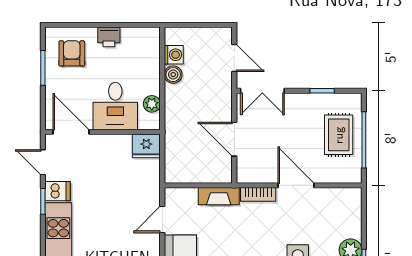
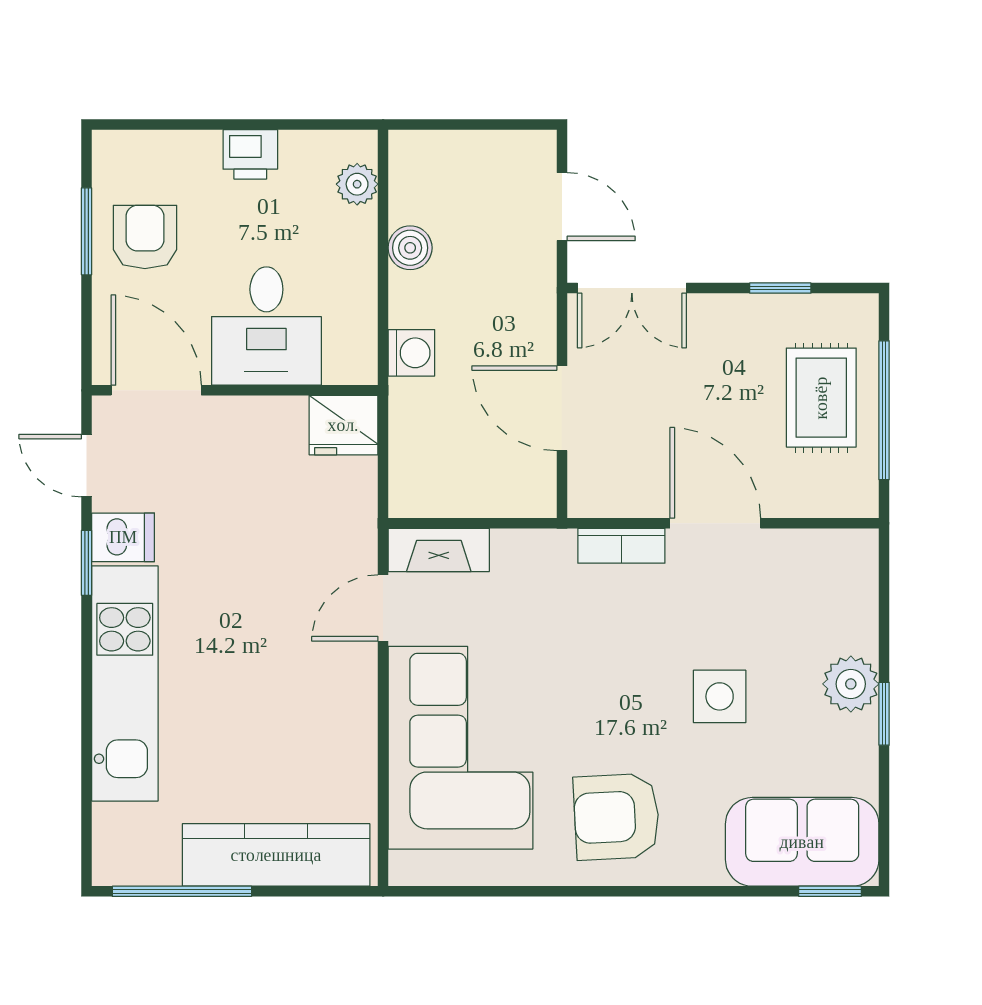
armchair: (72, 53) -> (145, 237), moved
washing machine: (174, 55) -> (411, 353), moved
plant: (152, 104) -> (357, 184), moved
fireplace: (219, 196) -> (439, 550), moved

